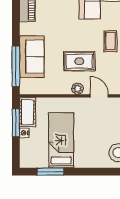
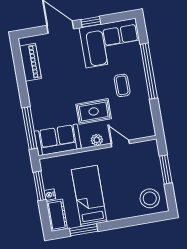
sofa: (32, 57) -> (58, 140), moved, turned -90
cot: (27, 112) -> (57, 215), moved

